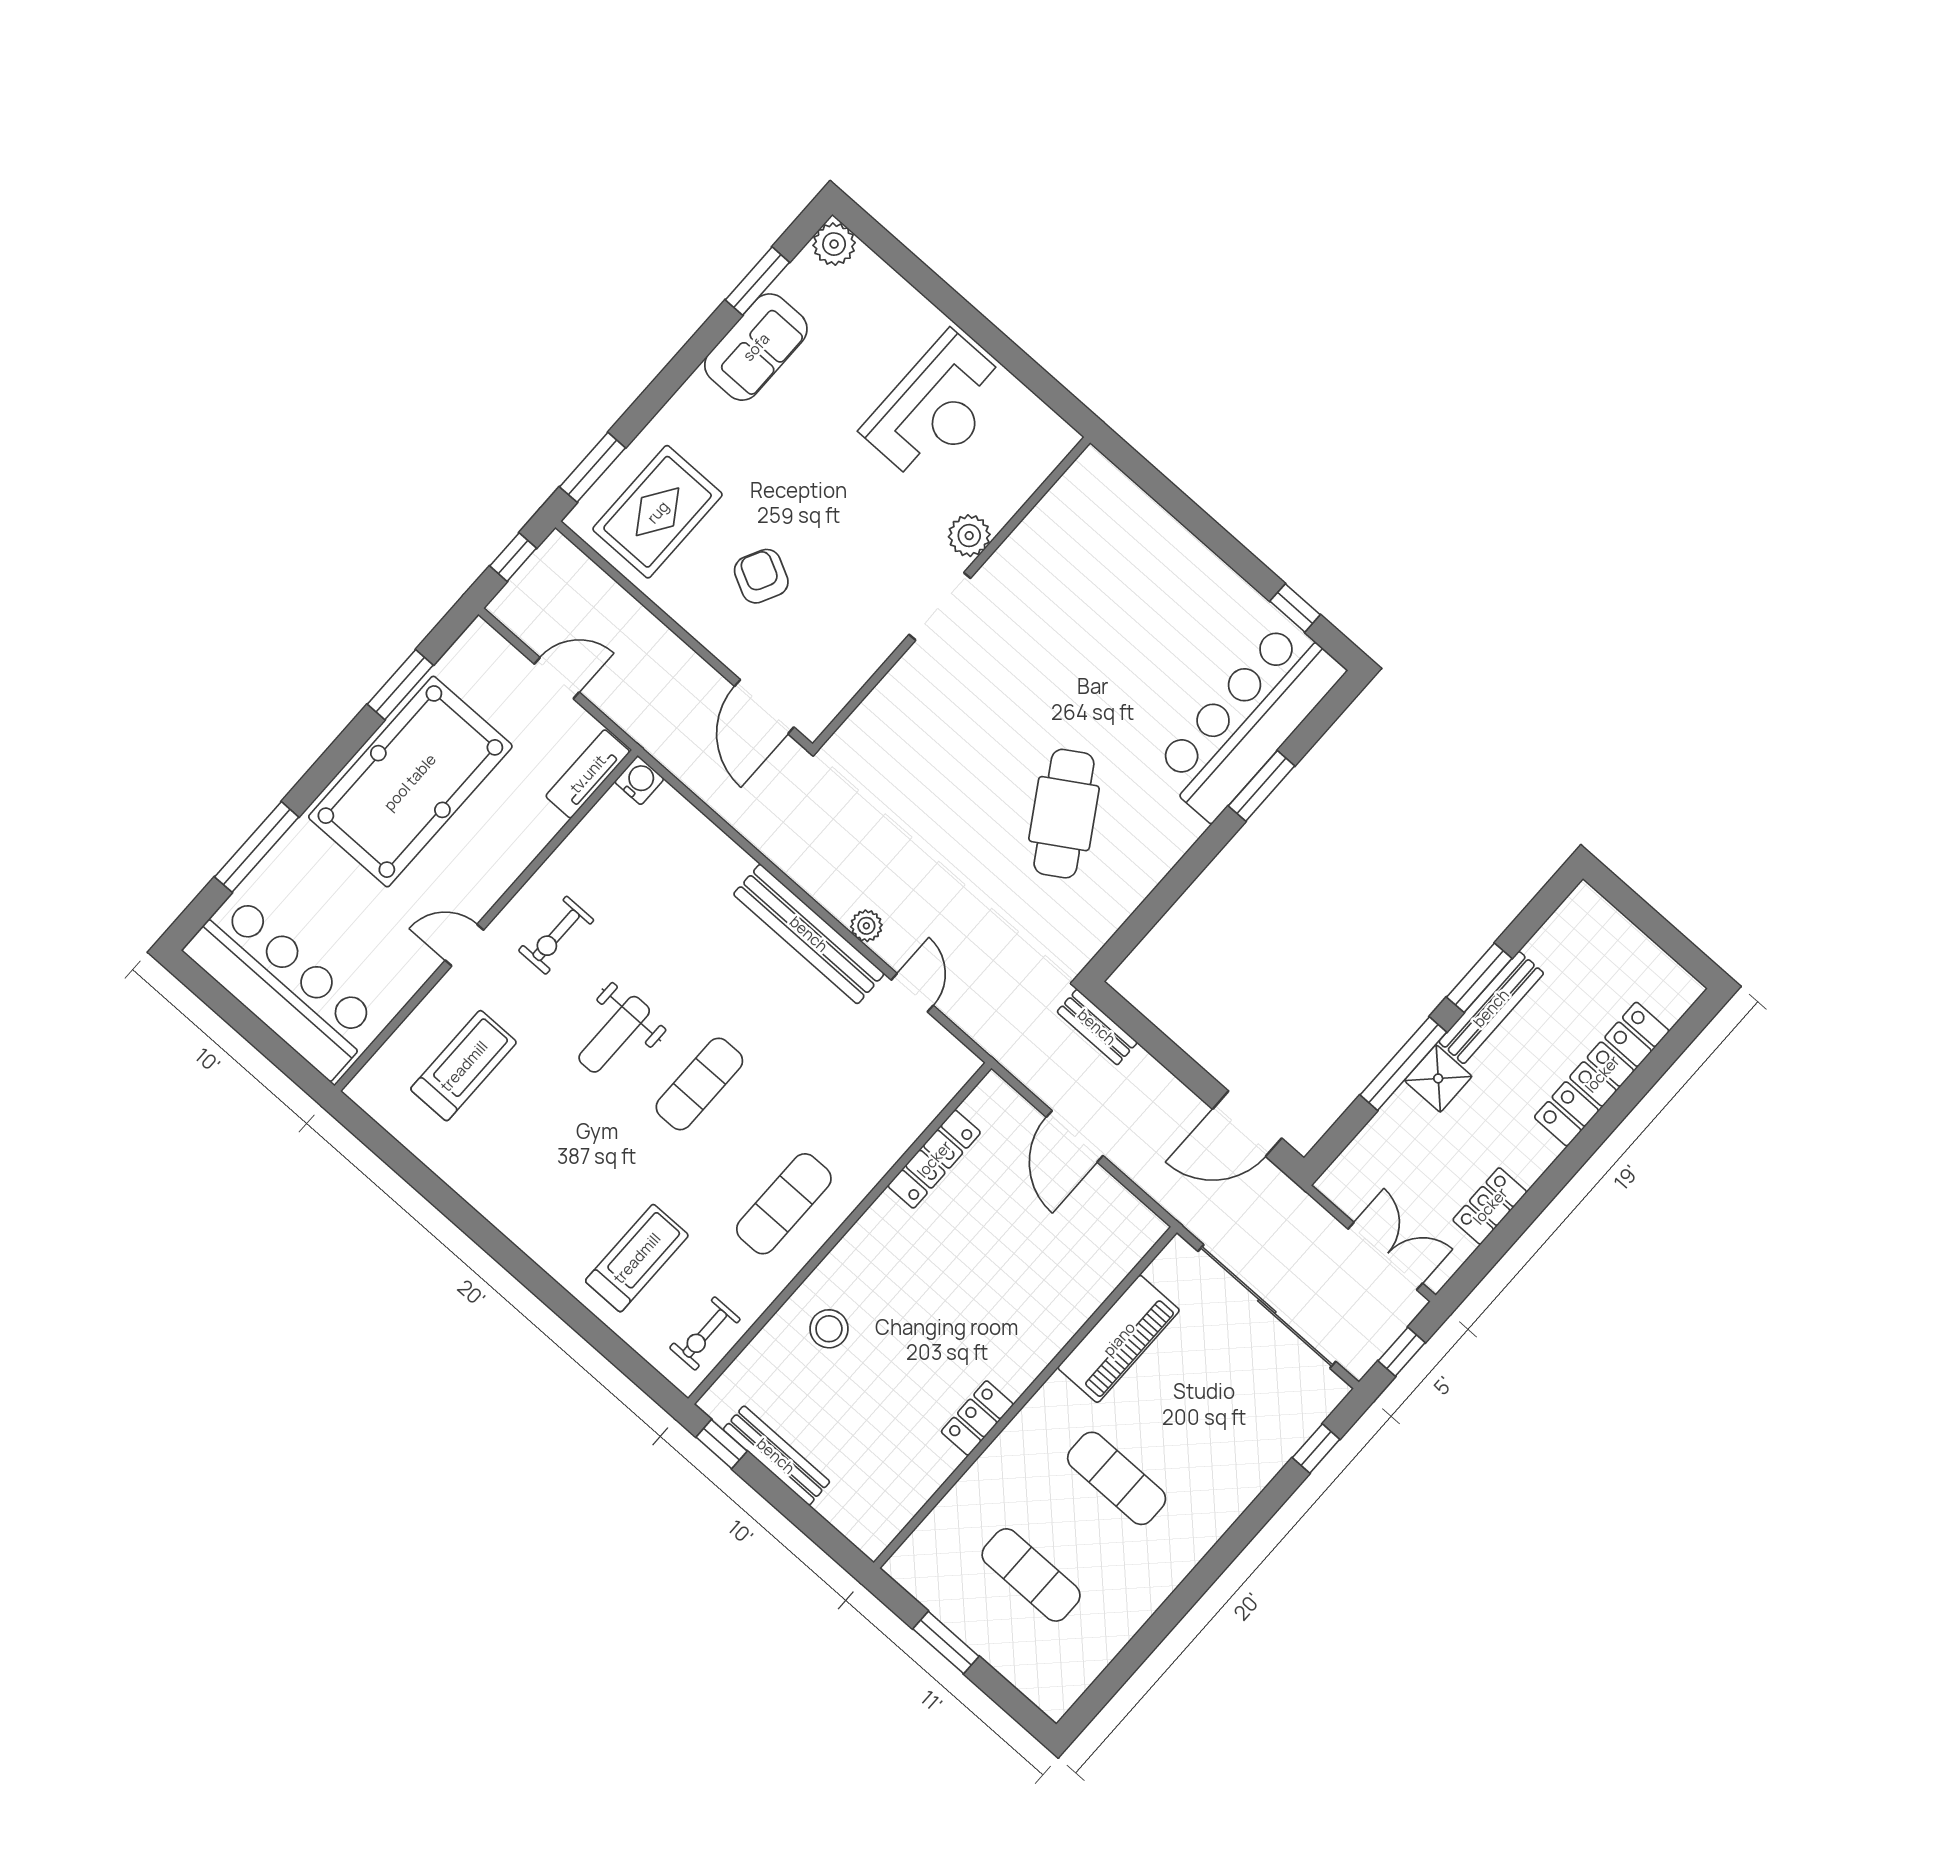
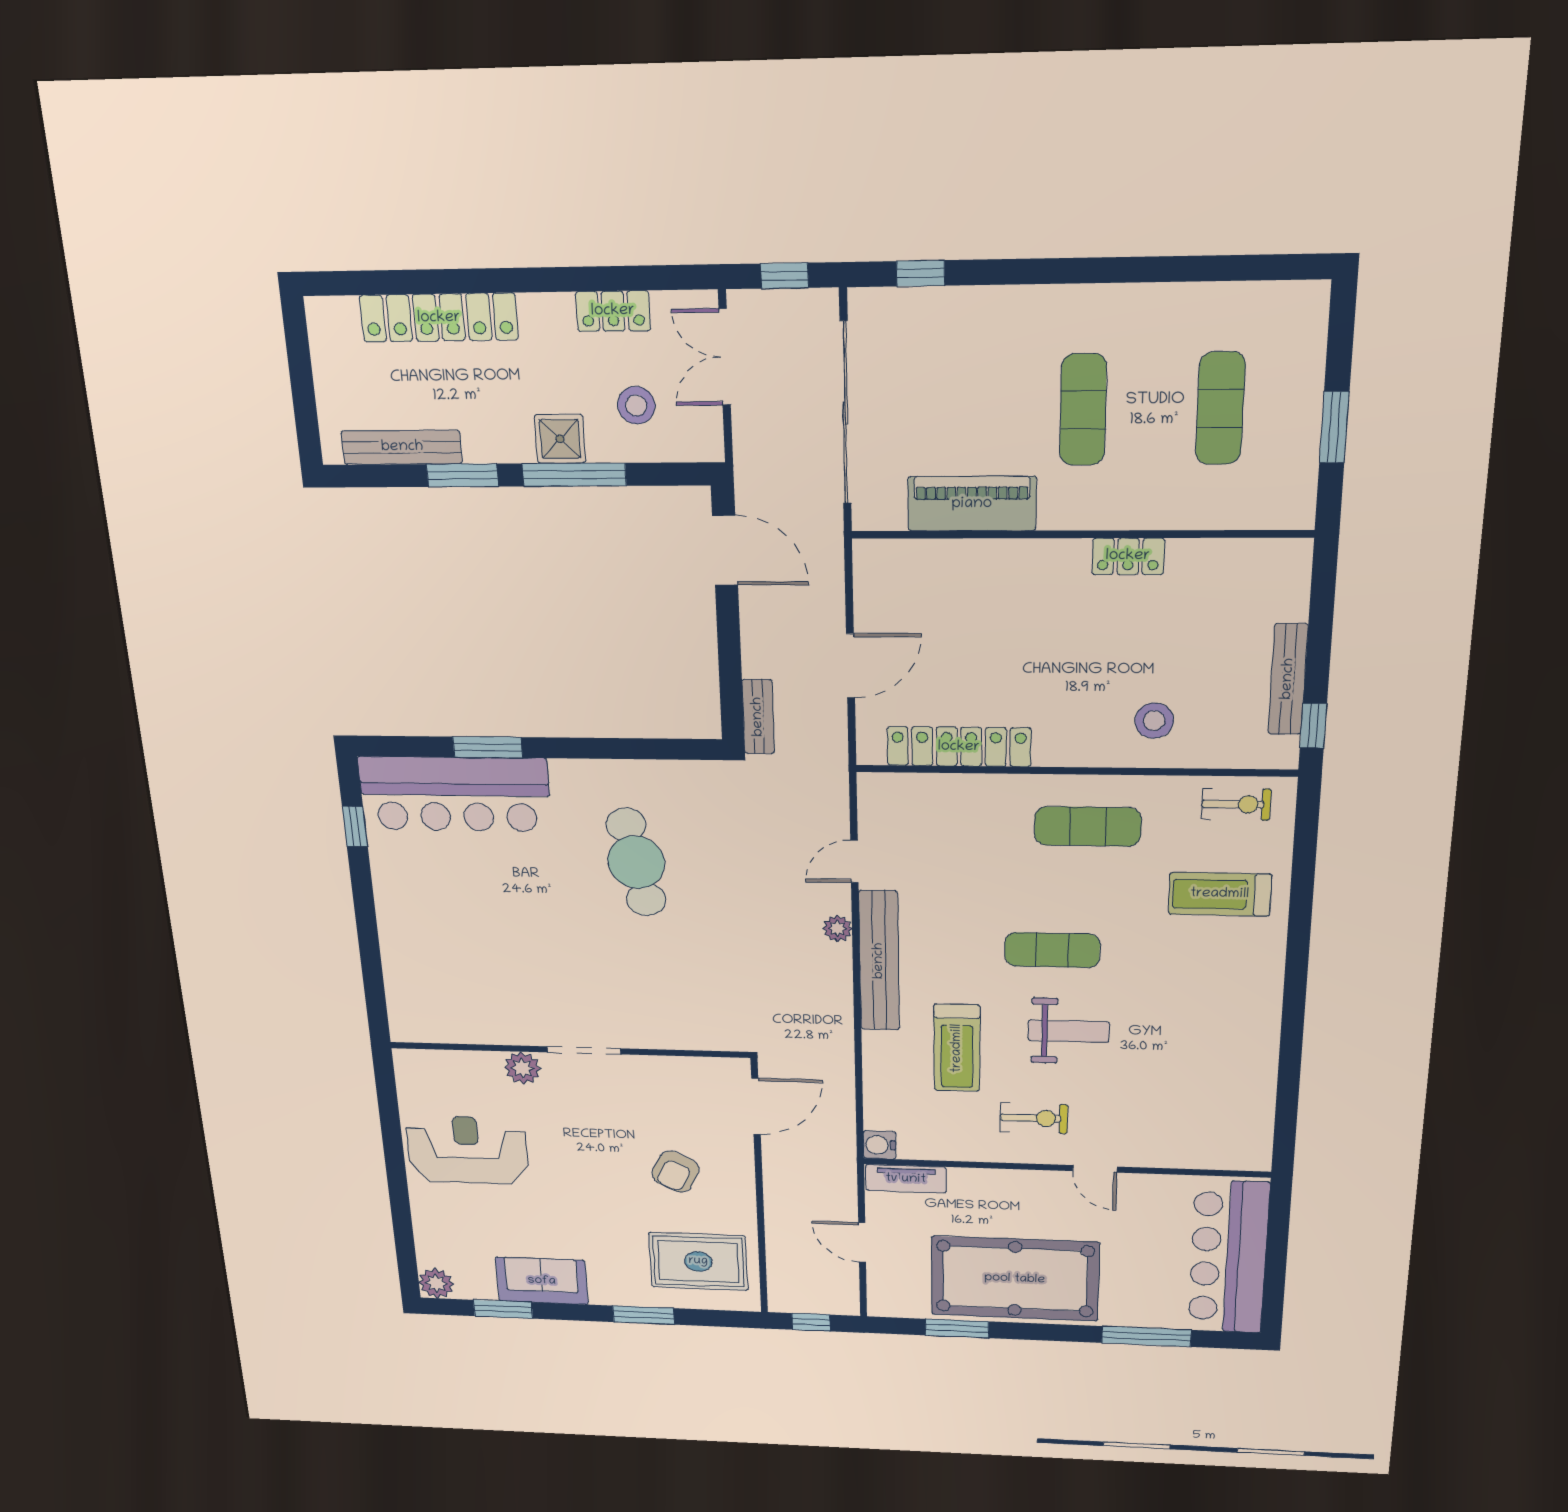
window: (593, 467) -> (644, 1315), moved
cafe table: (1064, 814) -> (636, 862), turned -69
bench: (1491, 1008) -> (402, 447), moved
treadmill: (464, 1066) -> (957, 1048), moved, turned -90
locker: (934, 1159) -> (959, 747), width x1.41, depth x1.21
stool: (1410, 1159) -> (636, 405), added

